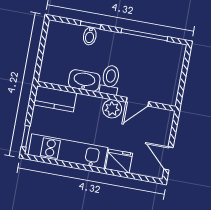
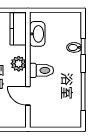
washbasin: (84, 81) -> (37, 34), moved
plant: (112, 109) -> (19, 64), moved

